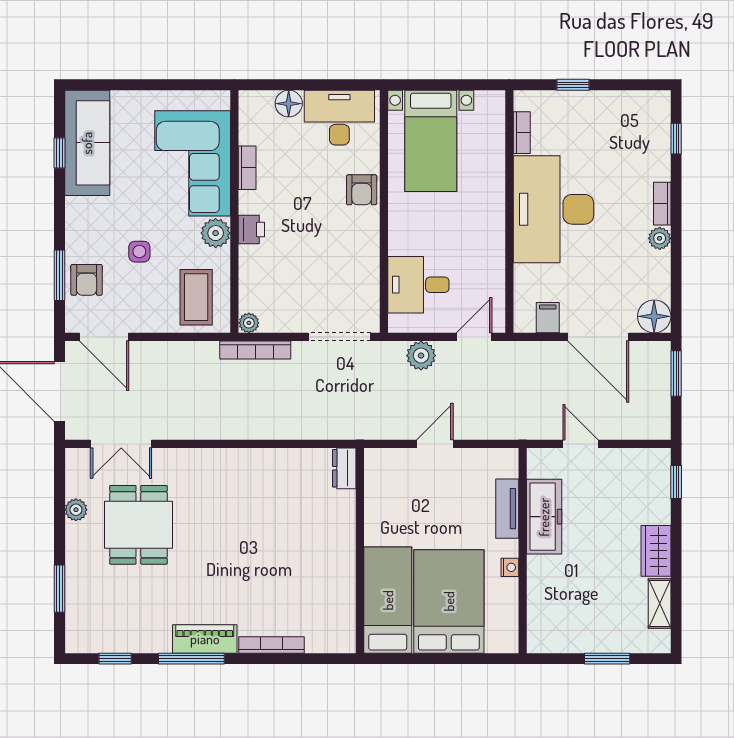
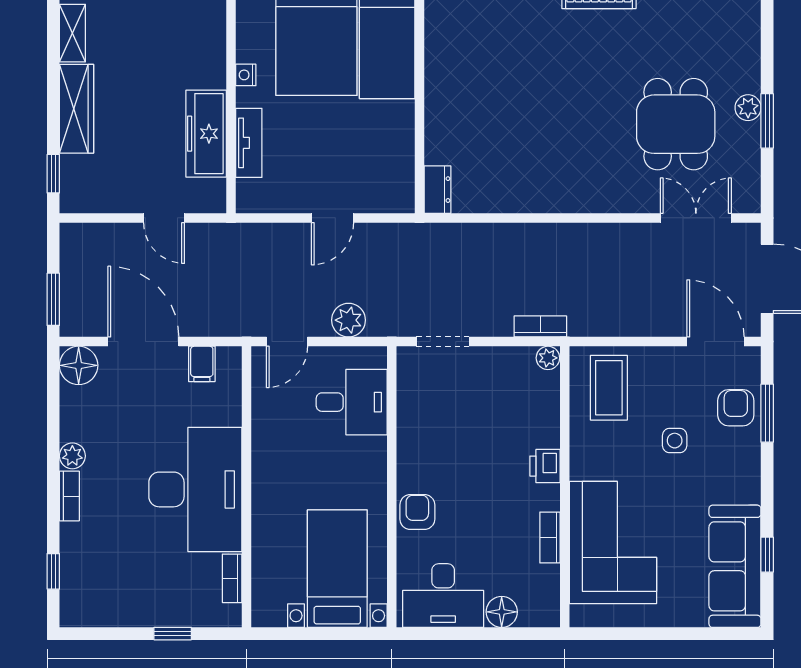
plant: (216, 233) -> (586, 462), removed
doorway: (340, 337) -> (443, 342), width x0.73
bookcase: (255, 350) -> (540, 326), width x0.64
plant: (76, 510) -> (748, 108), moved
wardrobe: (656, 551) -> (77, 109), width x1.50
window: (59, 589) -> (767, 121), moved

